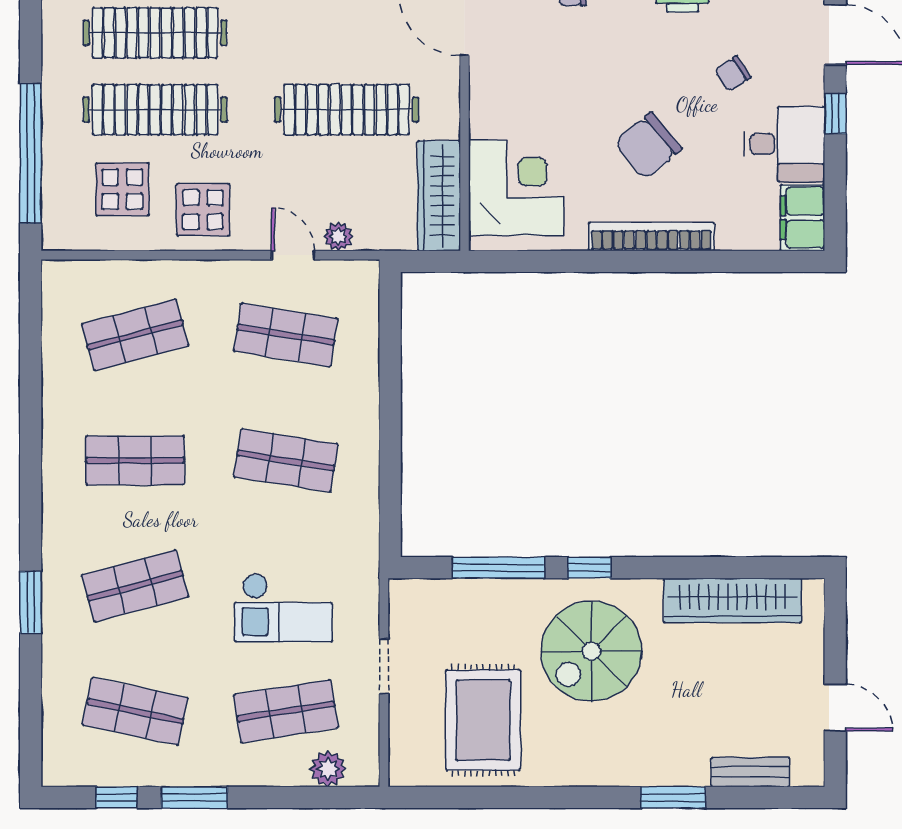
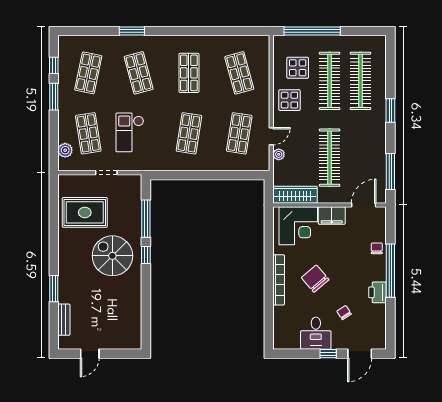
filing cabinet: (803, 218) -> (332, 216), moved, turned 180
wardrobe: (732, 600) -> (133, 312), removed

